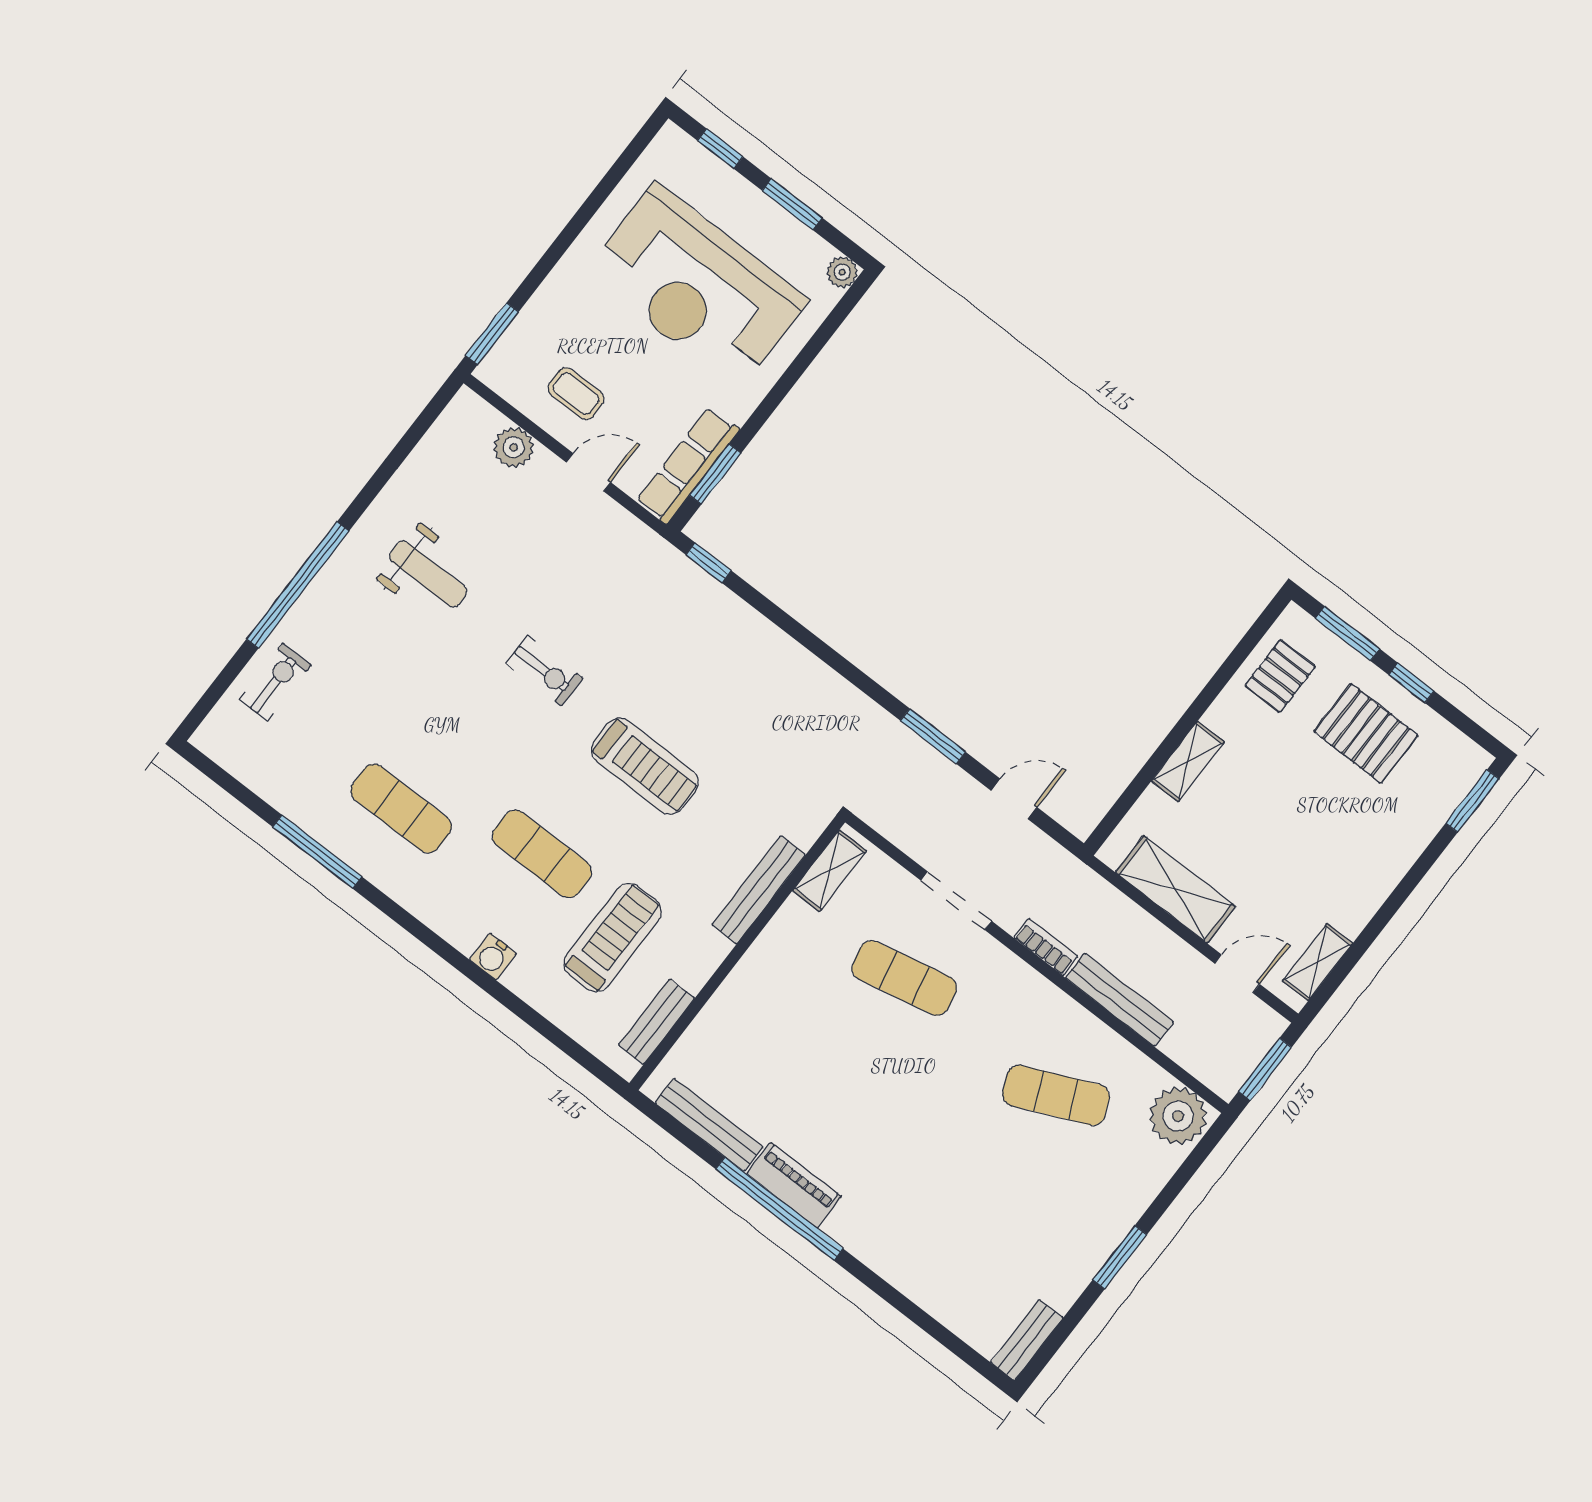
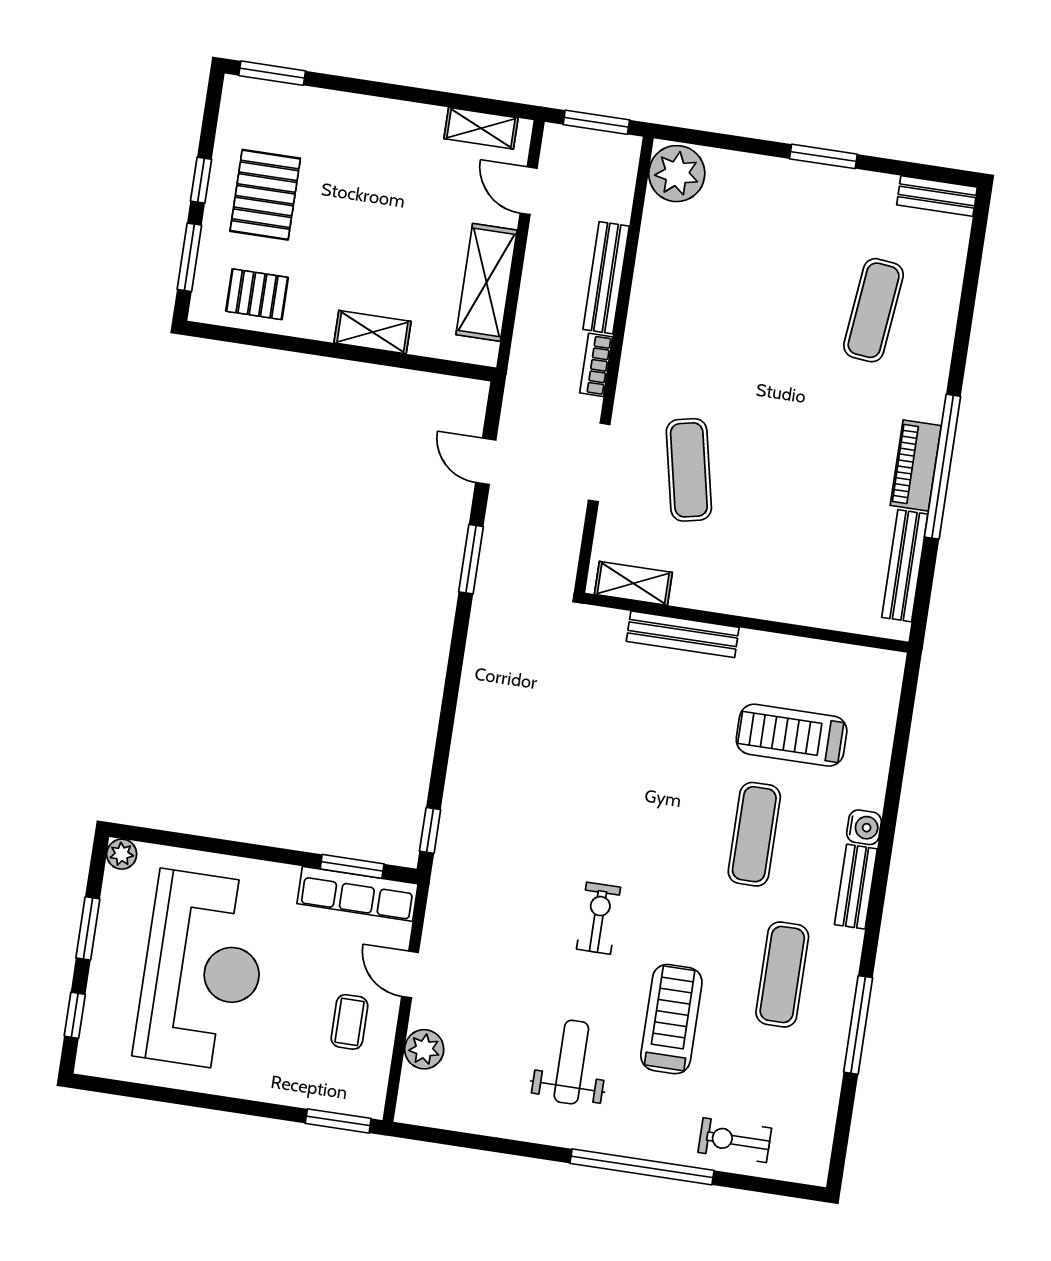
treadmill: (645, 766) -> (671, 1019), moved
bench: (657, 1021) -> (856, 887), moved, turned 90
exercise mat: (1056, 1095) -> (874, 310), moved, turned 30

